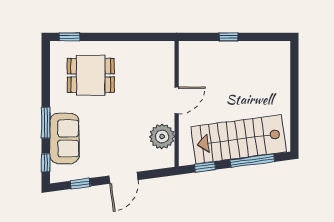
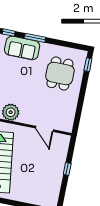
door: (177, 100) -> (44, 129), moved

